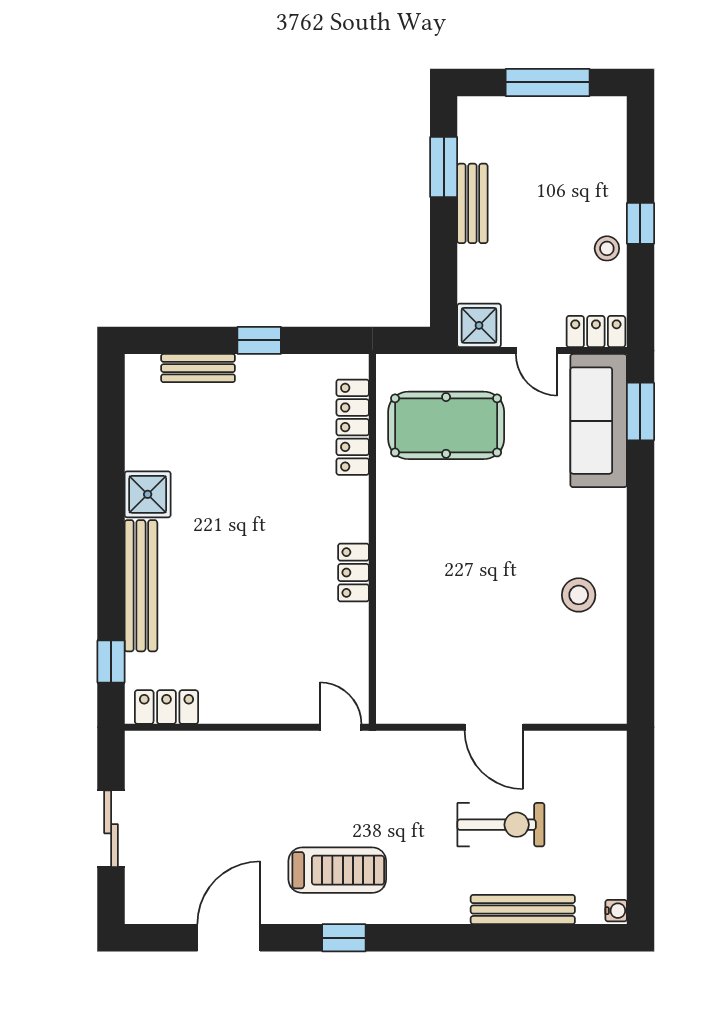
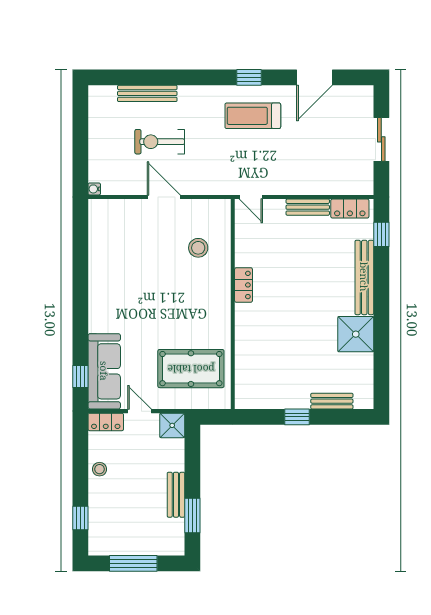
window: (640, 223) -> (80, 518), moved
window: (640, 411) -> (80, 376), width x0.67
locker: (353, 427) -> (244, 368), removed
shower: (148, 494) -> (356, 334), width x1.36, depth x1.36
stool: (579, 595) -> (198, 248), moved
bench: (241, 709) -> (308, 207), added
water cooler: (616, 911) -> (94, 189), moved

